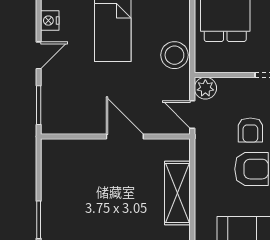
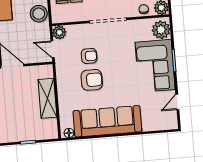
armchair: (250, 130) -> (89, 56), turned -90

